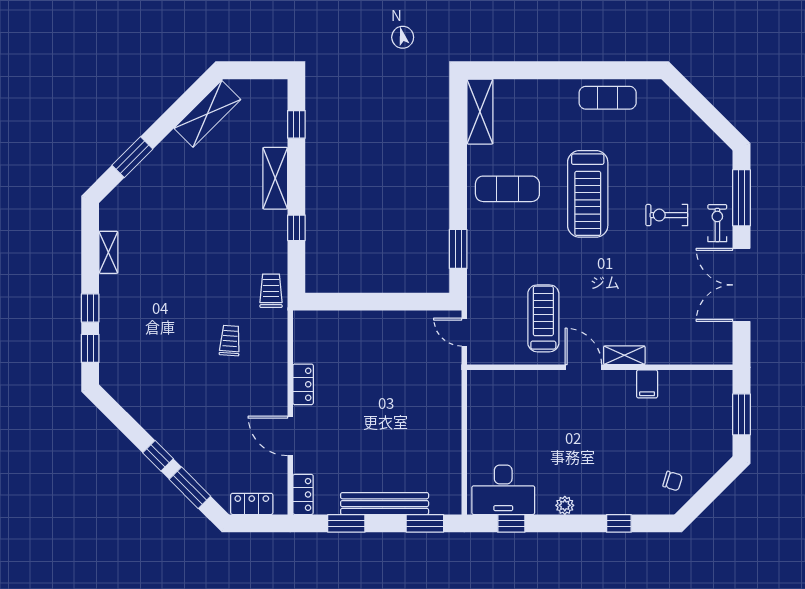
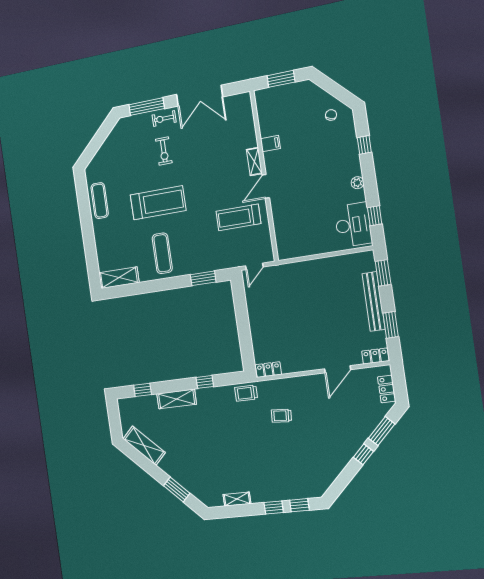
locker: (303, 384) -> (268, 370), moved

